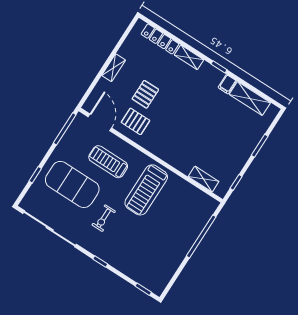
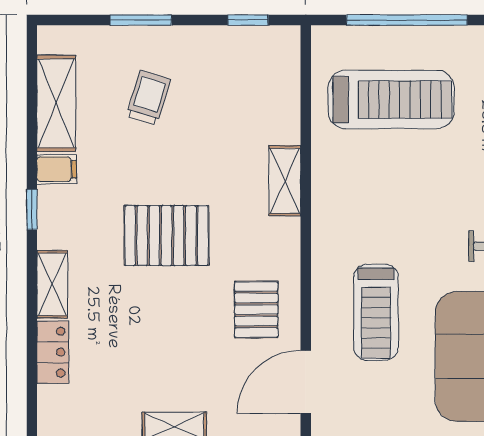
locker: (160, 39) -> (53, 352), width x0.66
pallet: (145, 94) -> (166, 236), moved, width x1.50, depth x1.42
trolley: (232, 131) -> (148, 98), added
shelving: (204, 179) -> (285, 181), moved
treadmill: (146, 190) -> (391, 100), moved

